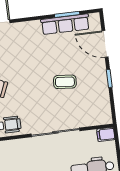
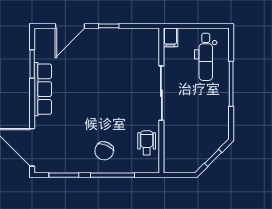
row of seats: (65, 24) -> (43, 89), moved
coffee table: (65, 82) -> (107, 76), removed

